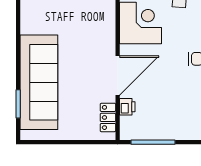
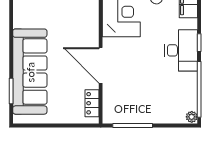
door: (118, 76) -> (101, 65), swing flipped
printer: (127, 107) -> (109, 94), removed

